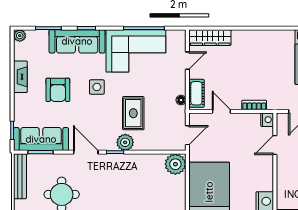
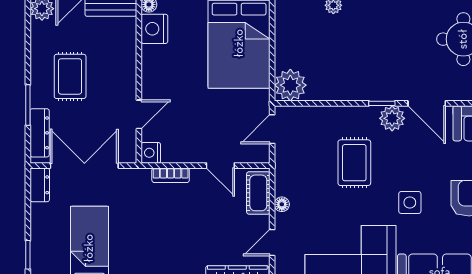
floor lamp: (181, 100) -> (282, 204), moved
plant: (125, 142) -> (392, 118), moved

